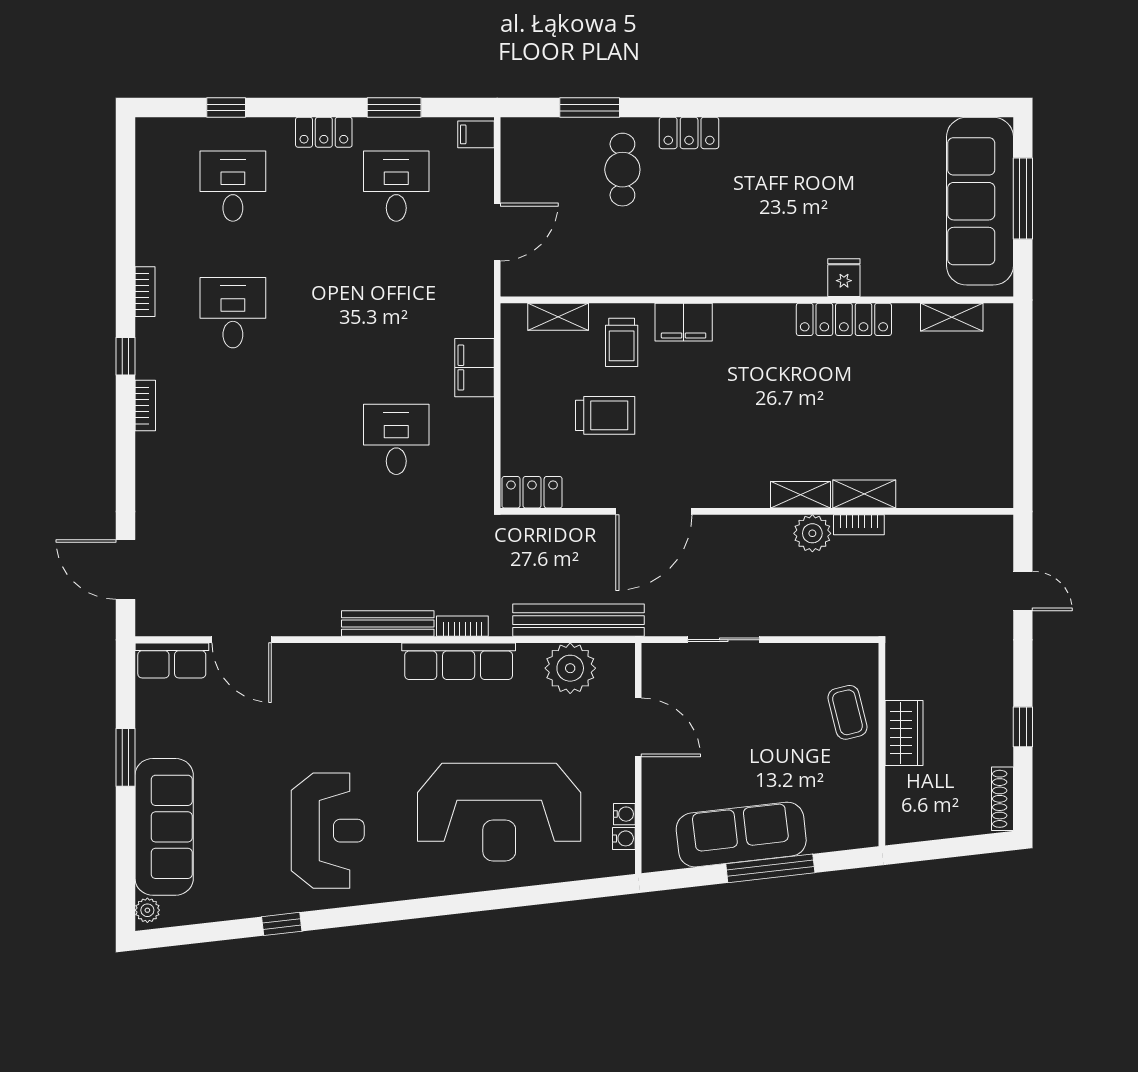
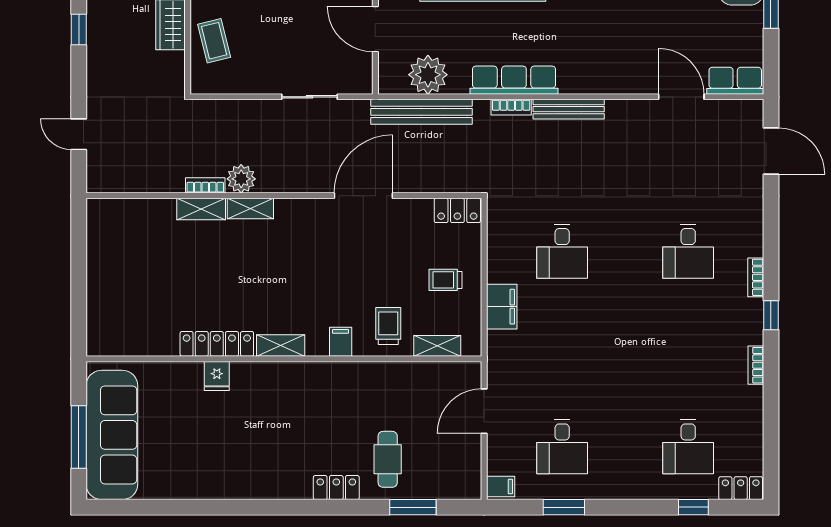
locker: (324, 132) -> (741, 488), moved
desk: (233, 313) -> (688, 251), moved
shelving: (952, 317) -> (281, 346), moved
filing cabinet: (684, 322) -> (341, 342), width x0.50
trolley: (605, 415) -> (445, 280), moved, width x0.73, depth x0.72

